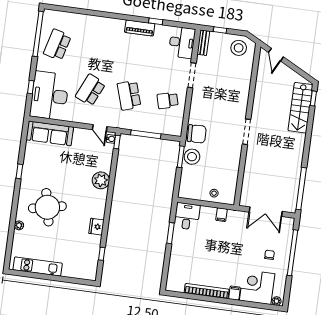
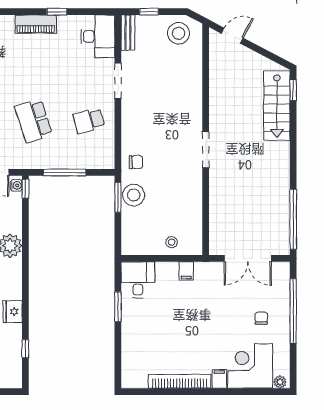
door: (276, 55) -> (232, 36), swing flipped
chair: (197, 134) -> (136, 162), width x0.54, depth x0.54

